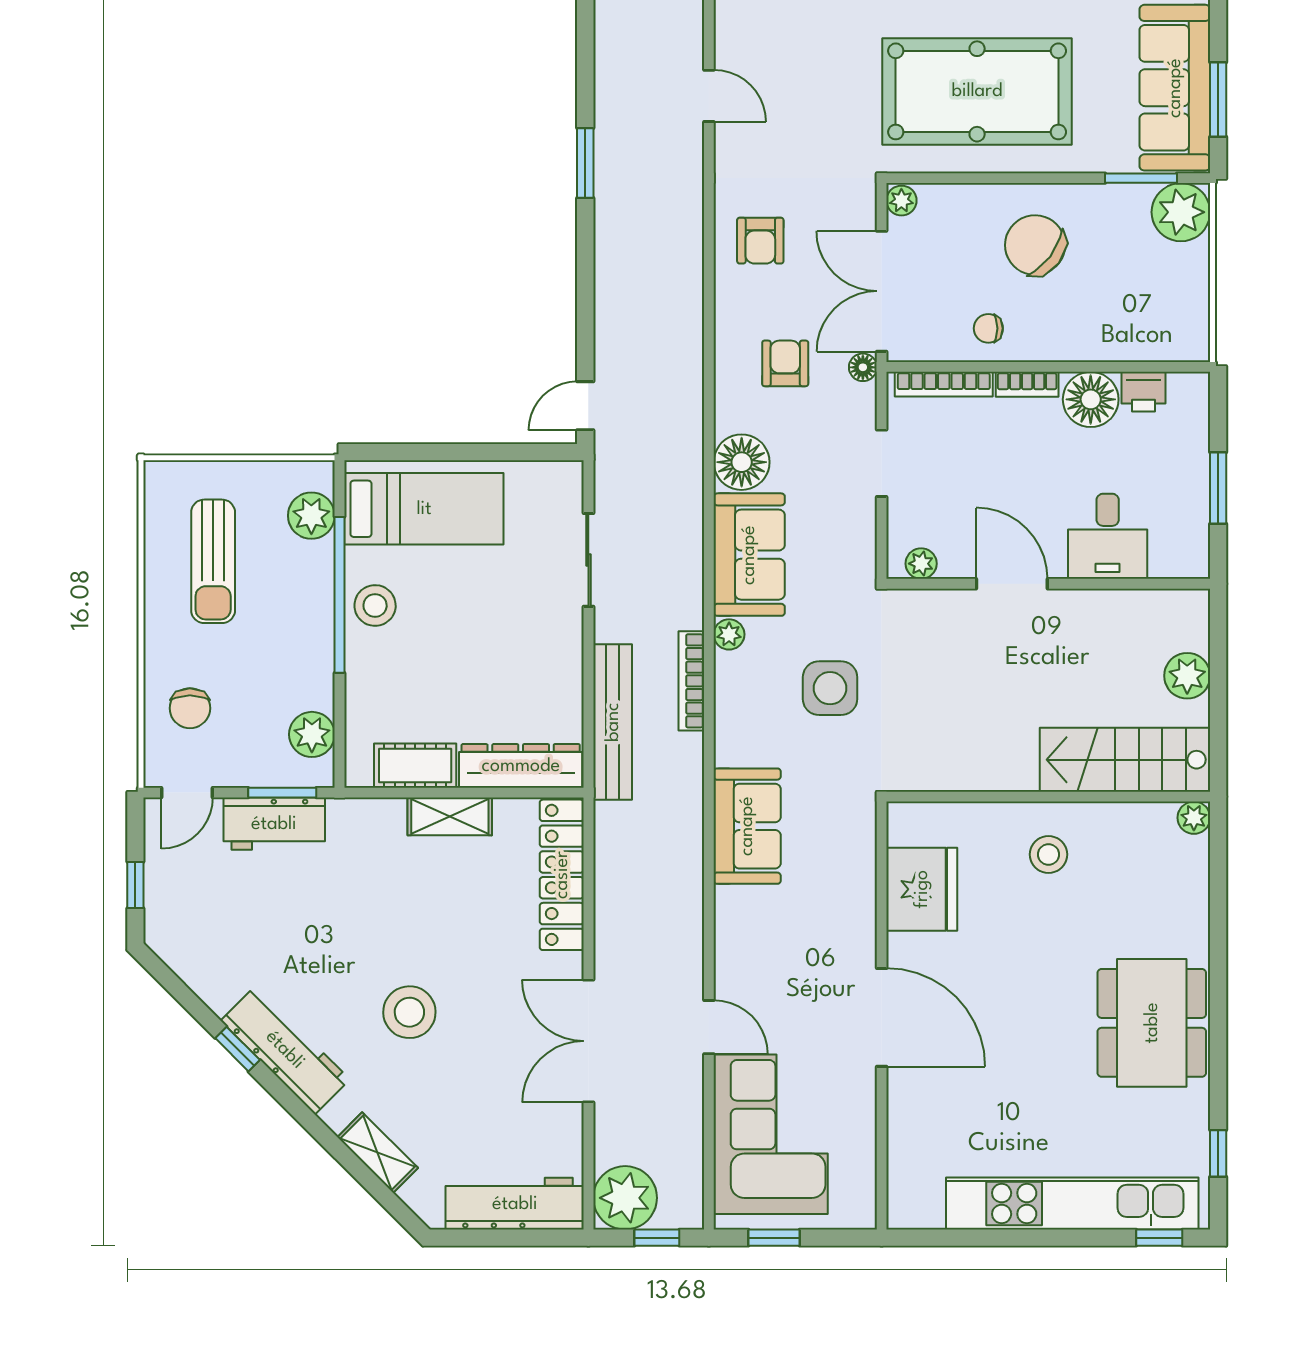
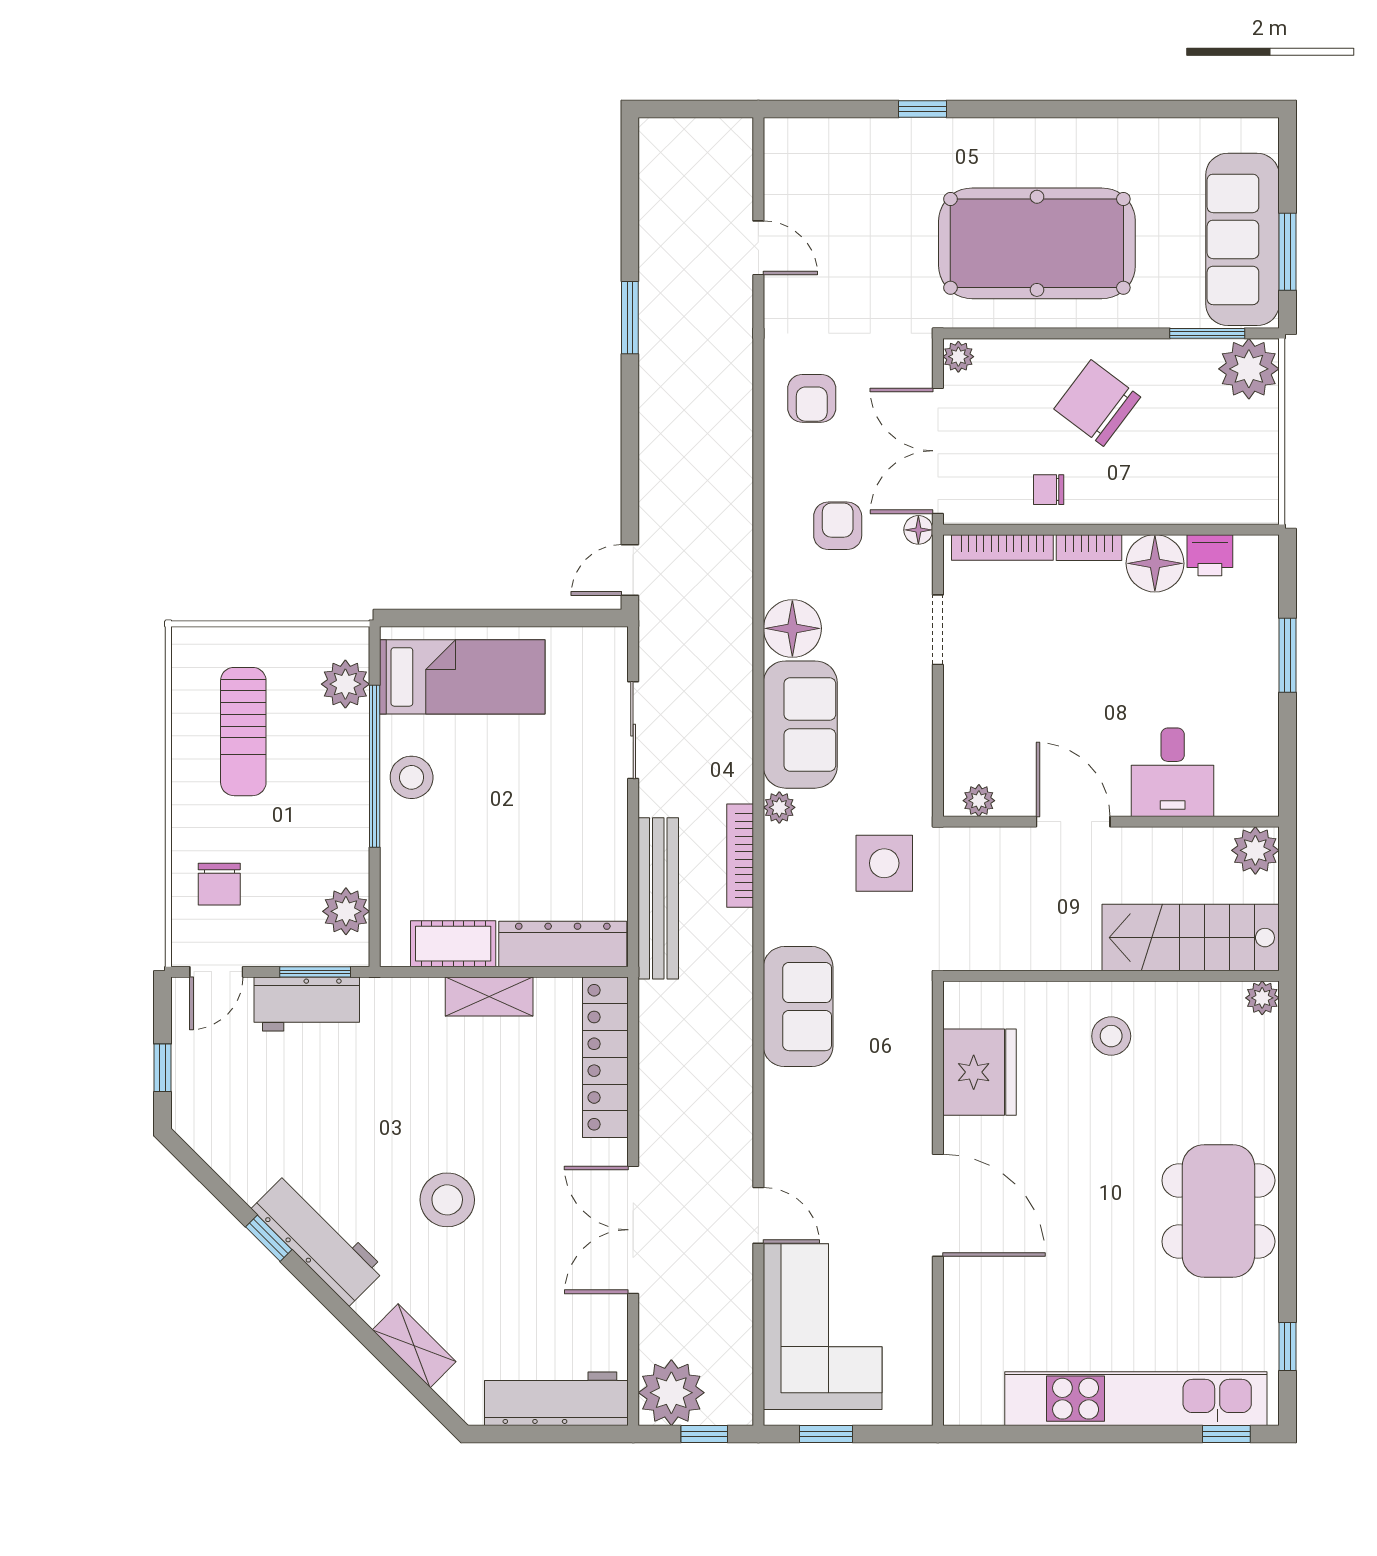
desk: (1108, 536) -> (1173, 772), moved
plant: (921, 564) -> (979, 801), moved
door: (1012, 584) -> (1073, 822), moved
wall: (1048, 584) -> (1111, 822), moved

